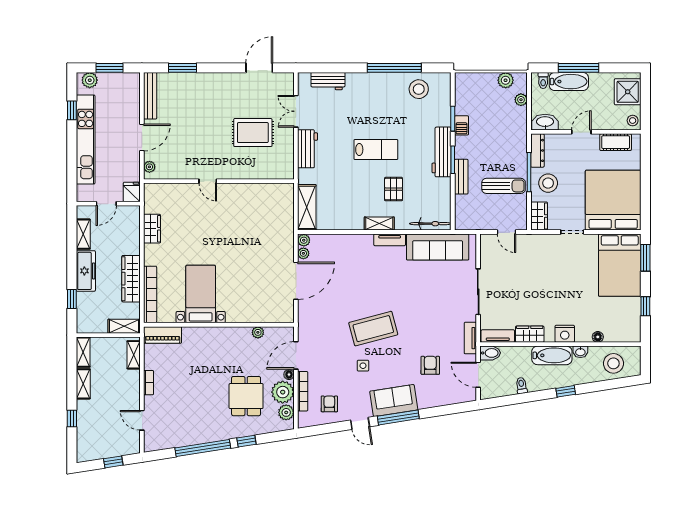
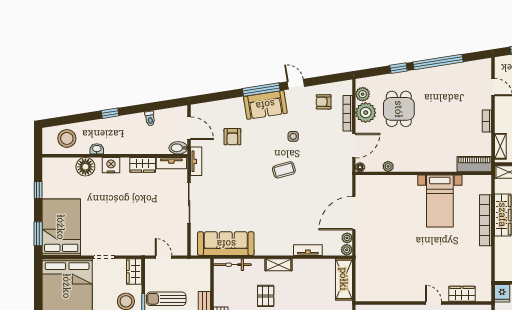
wardrobe: (152, 229) -> (462, 294), moved, turned 90
tv unit: (390, 240) -> (308, 250), moved
bookcase: (150, 294) -> (486, 220), moved
coffee table: (373, 329) -> (284, 170), width x0.54, depth x0.58
floor lamp: (598, 337) -> (85, 167), width x1.89, depth x1.89
bathtub: (552, 355) -> (122, 146), removed
floor lamp: (289, 375) -> (360, 167), moved
armchair: (329, 404) -> (324, 102), turned 90

